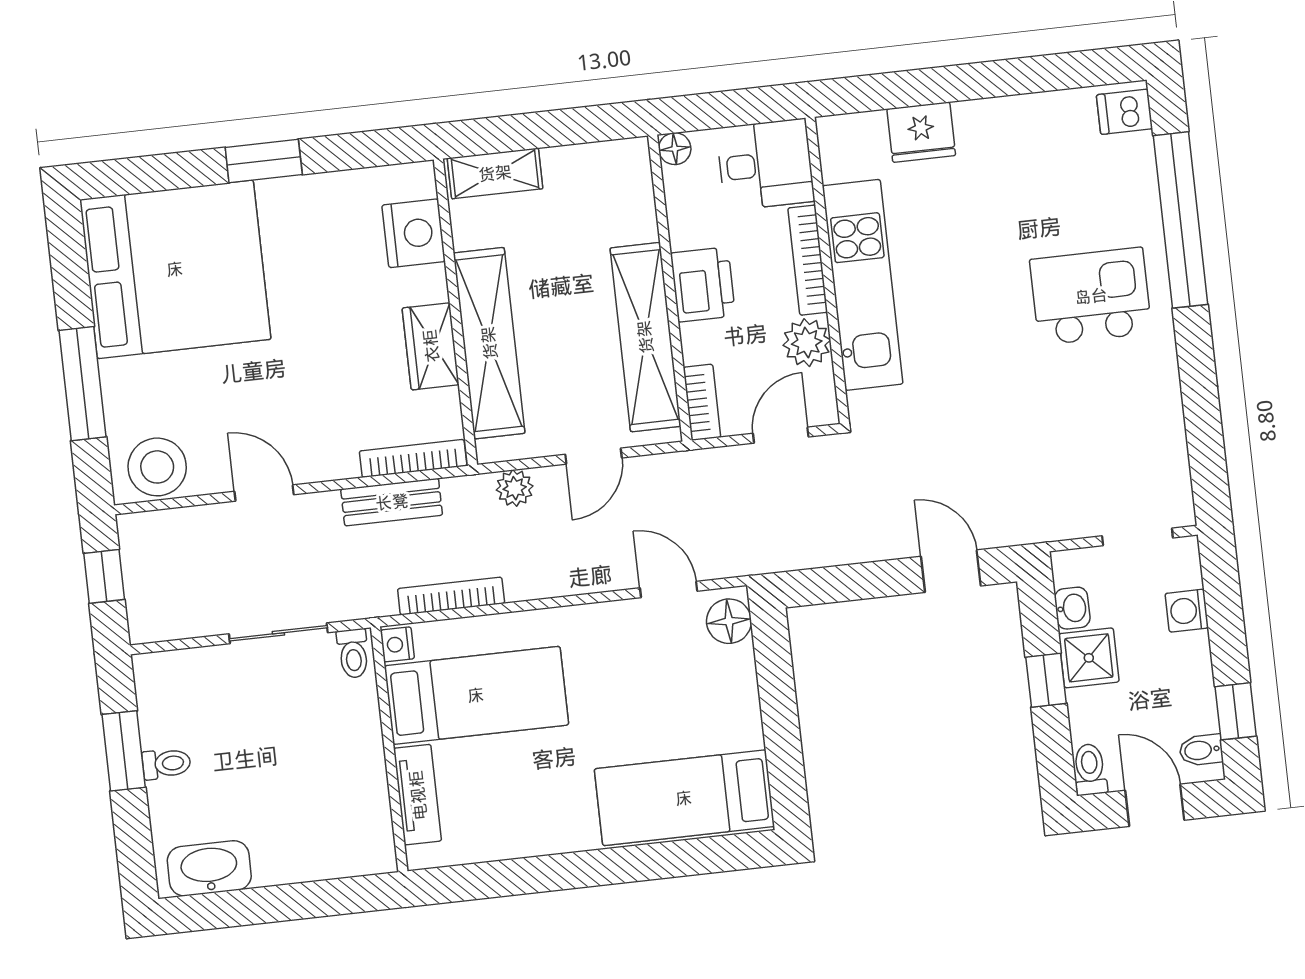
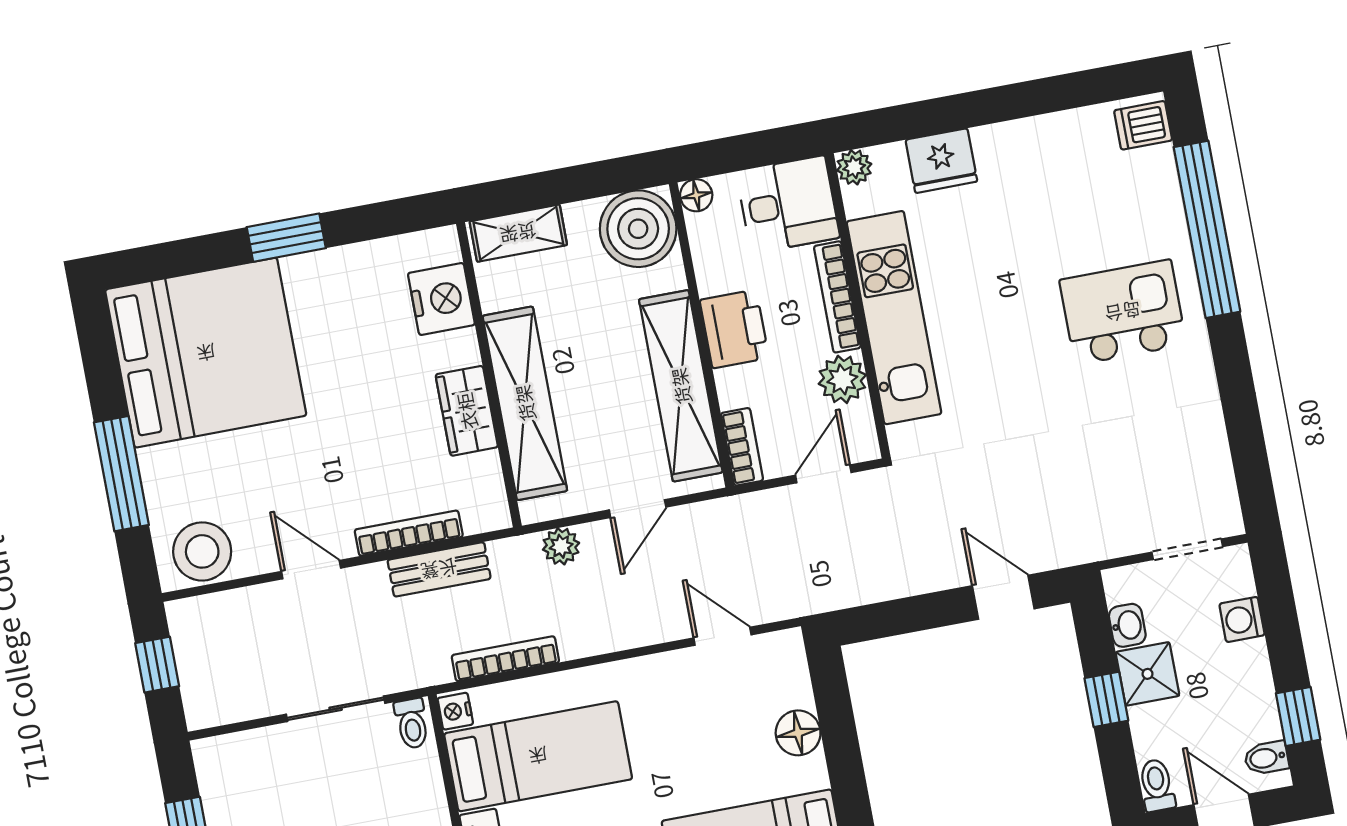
plant: (834, 132) -> (854, 167), added
boiler: (615, 178) -> (638, 229), added
bookcase: (413, 458) -> (409, 533), moved
floor lamp: (729, 621) -> (798, 733), moved

